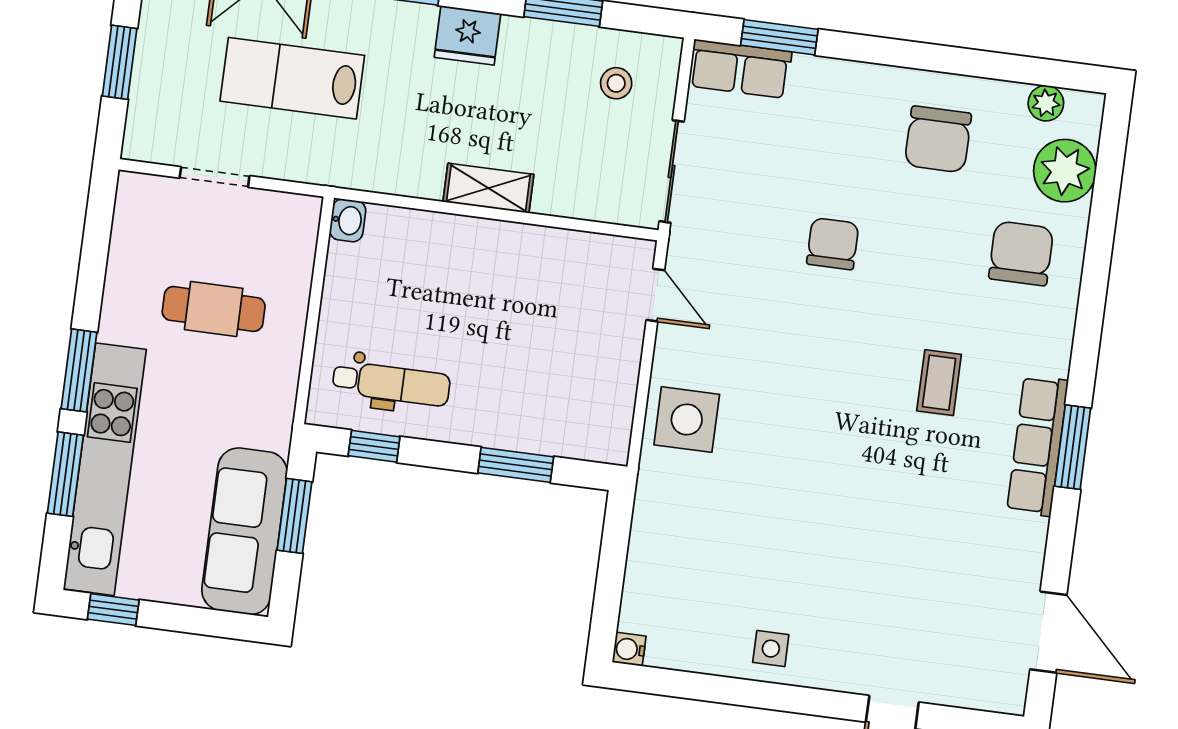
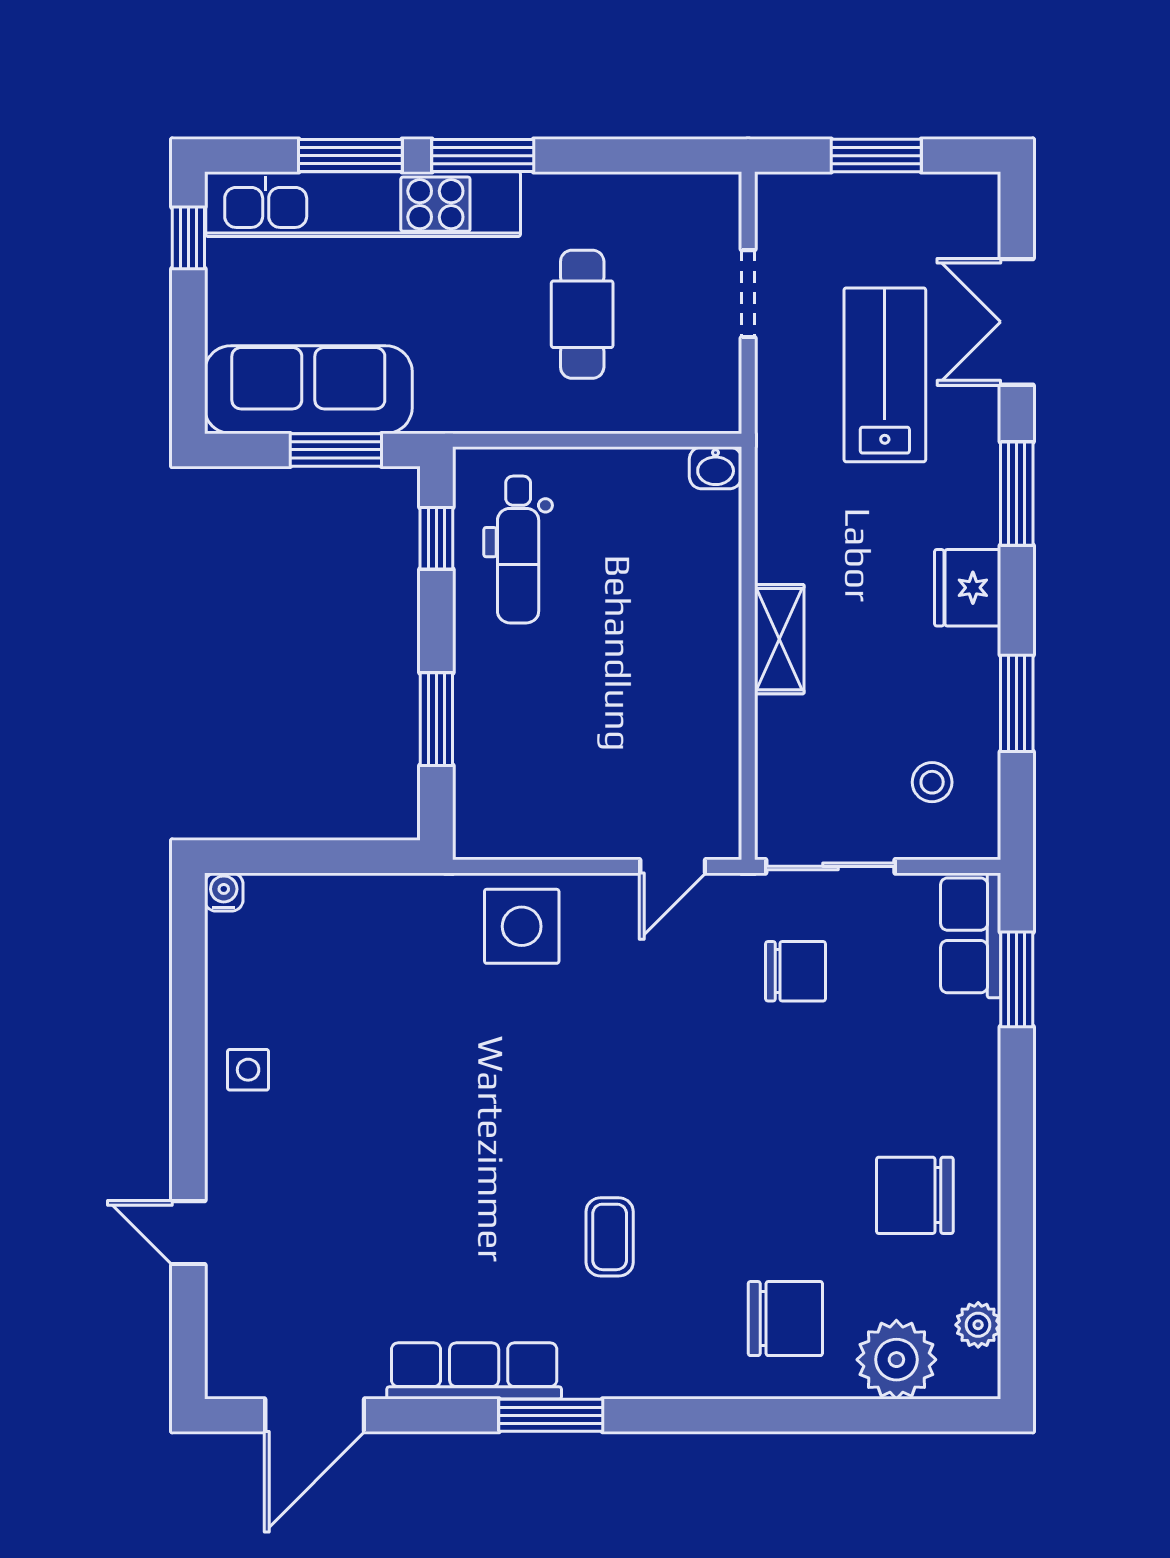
chair: (833, 244) -> (796, 971), moved
coffee table: (939, 383) -> (610, 1237), turned 90
row of seats: (1038, 446) -> (474, 1371), moved

